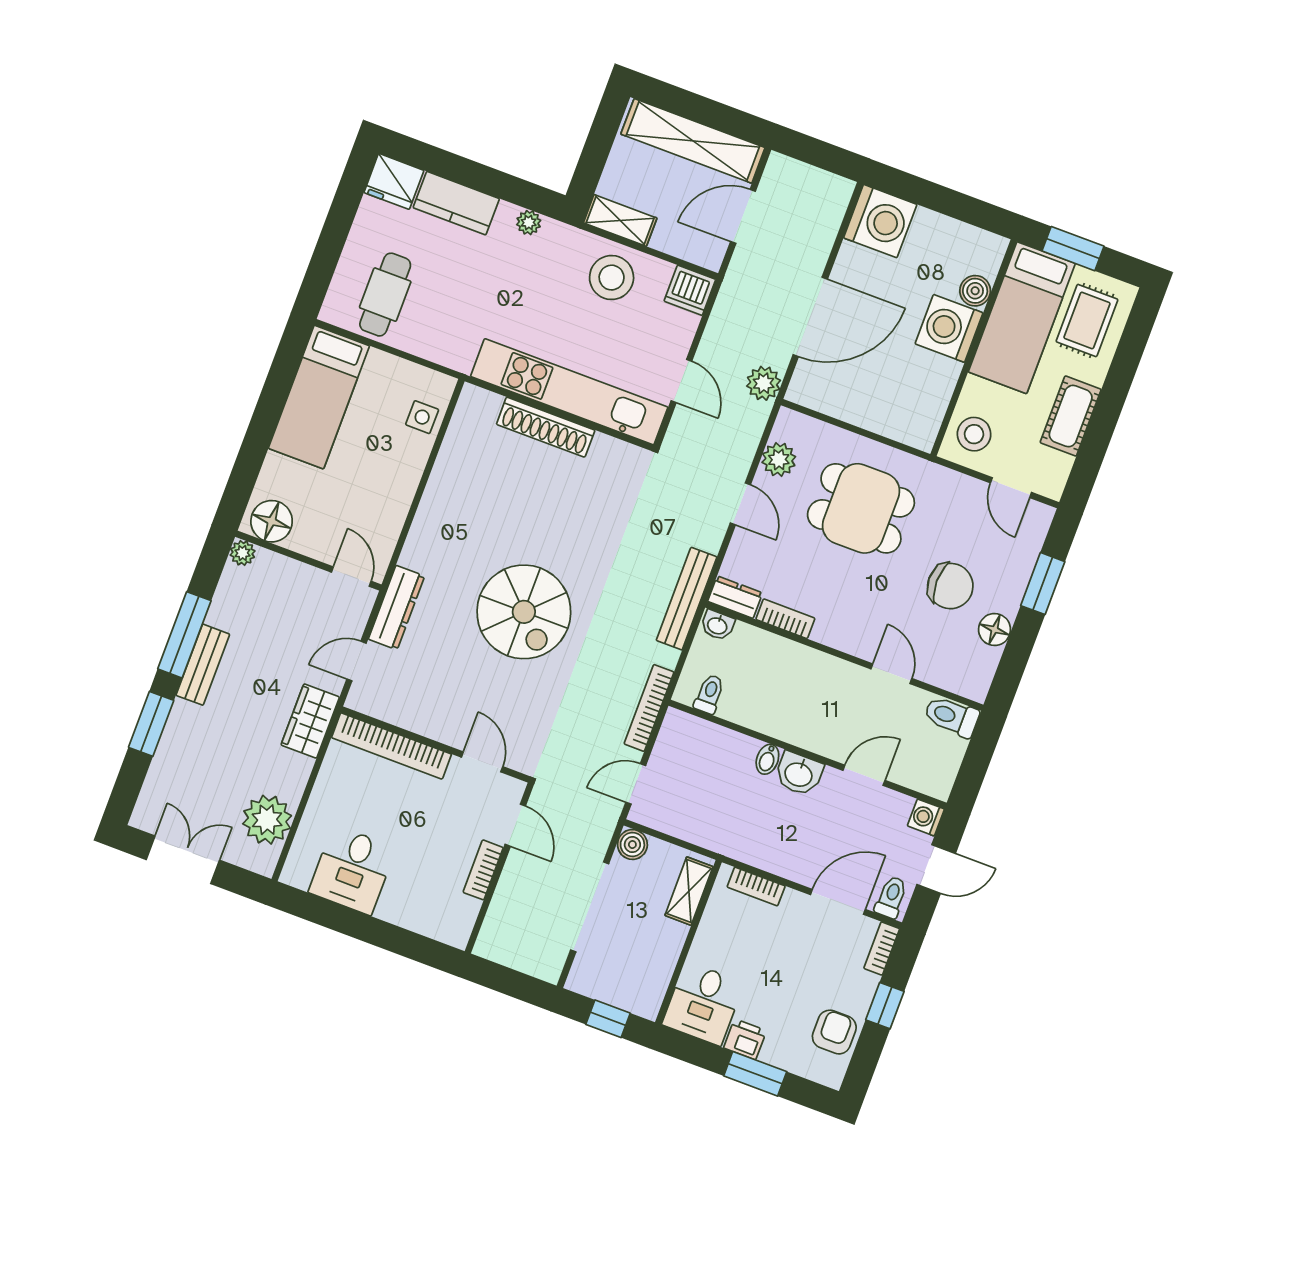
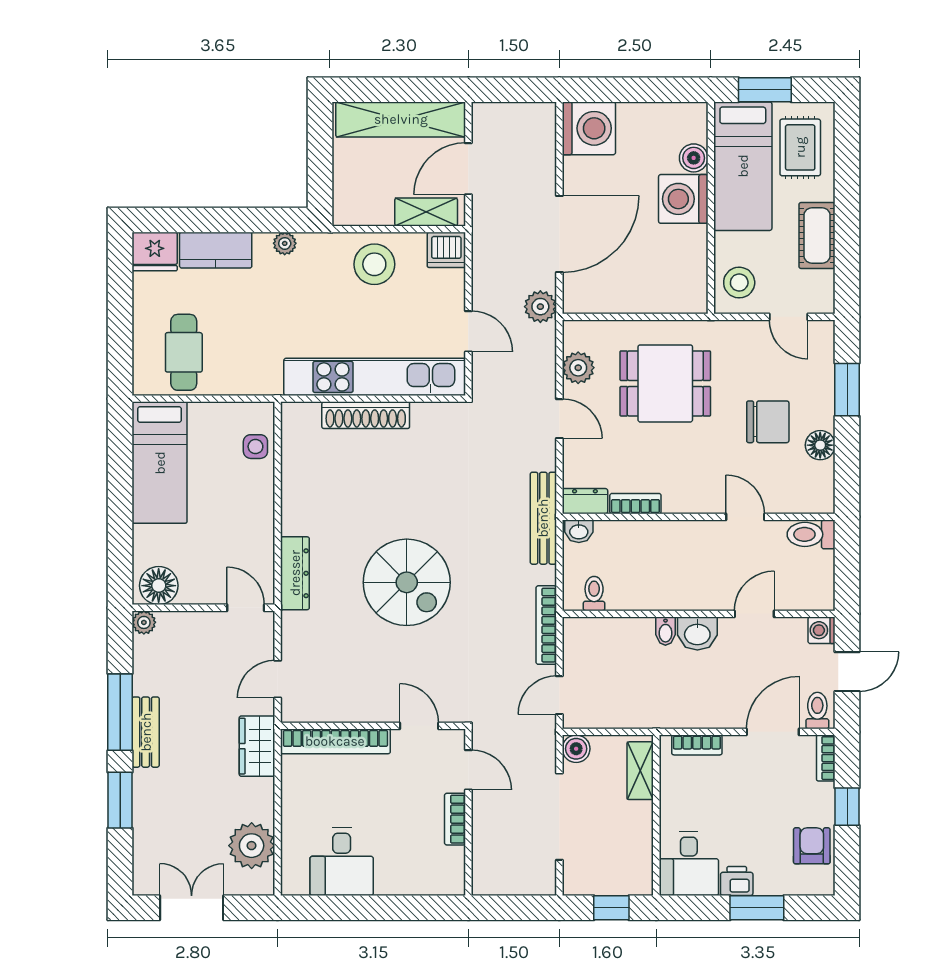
shelving: (620, 220) -> (426, 212), moved
dresser: (396, 608) -> (295, 573), moved

